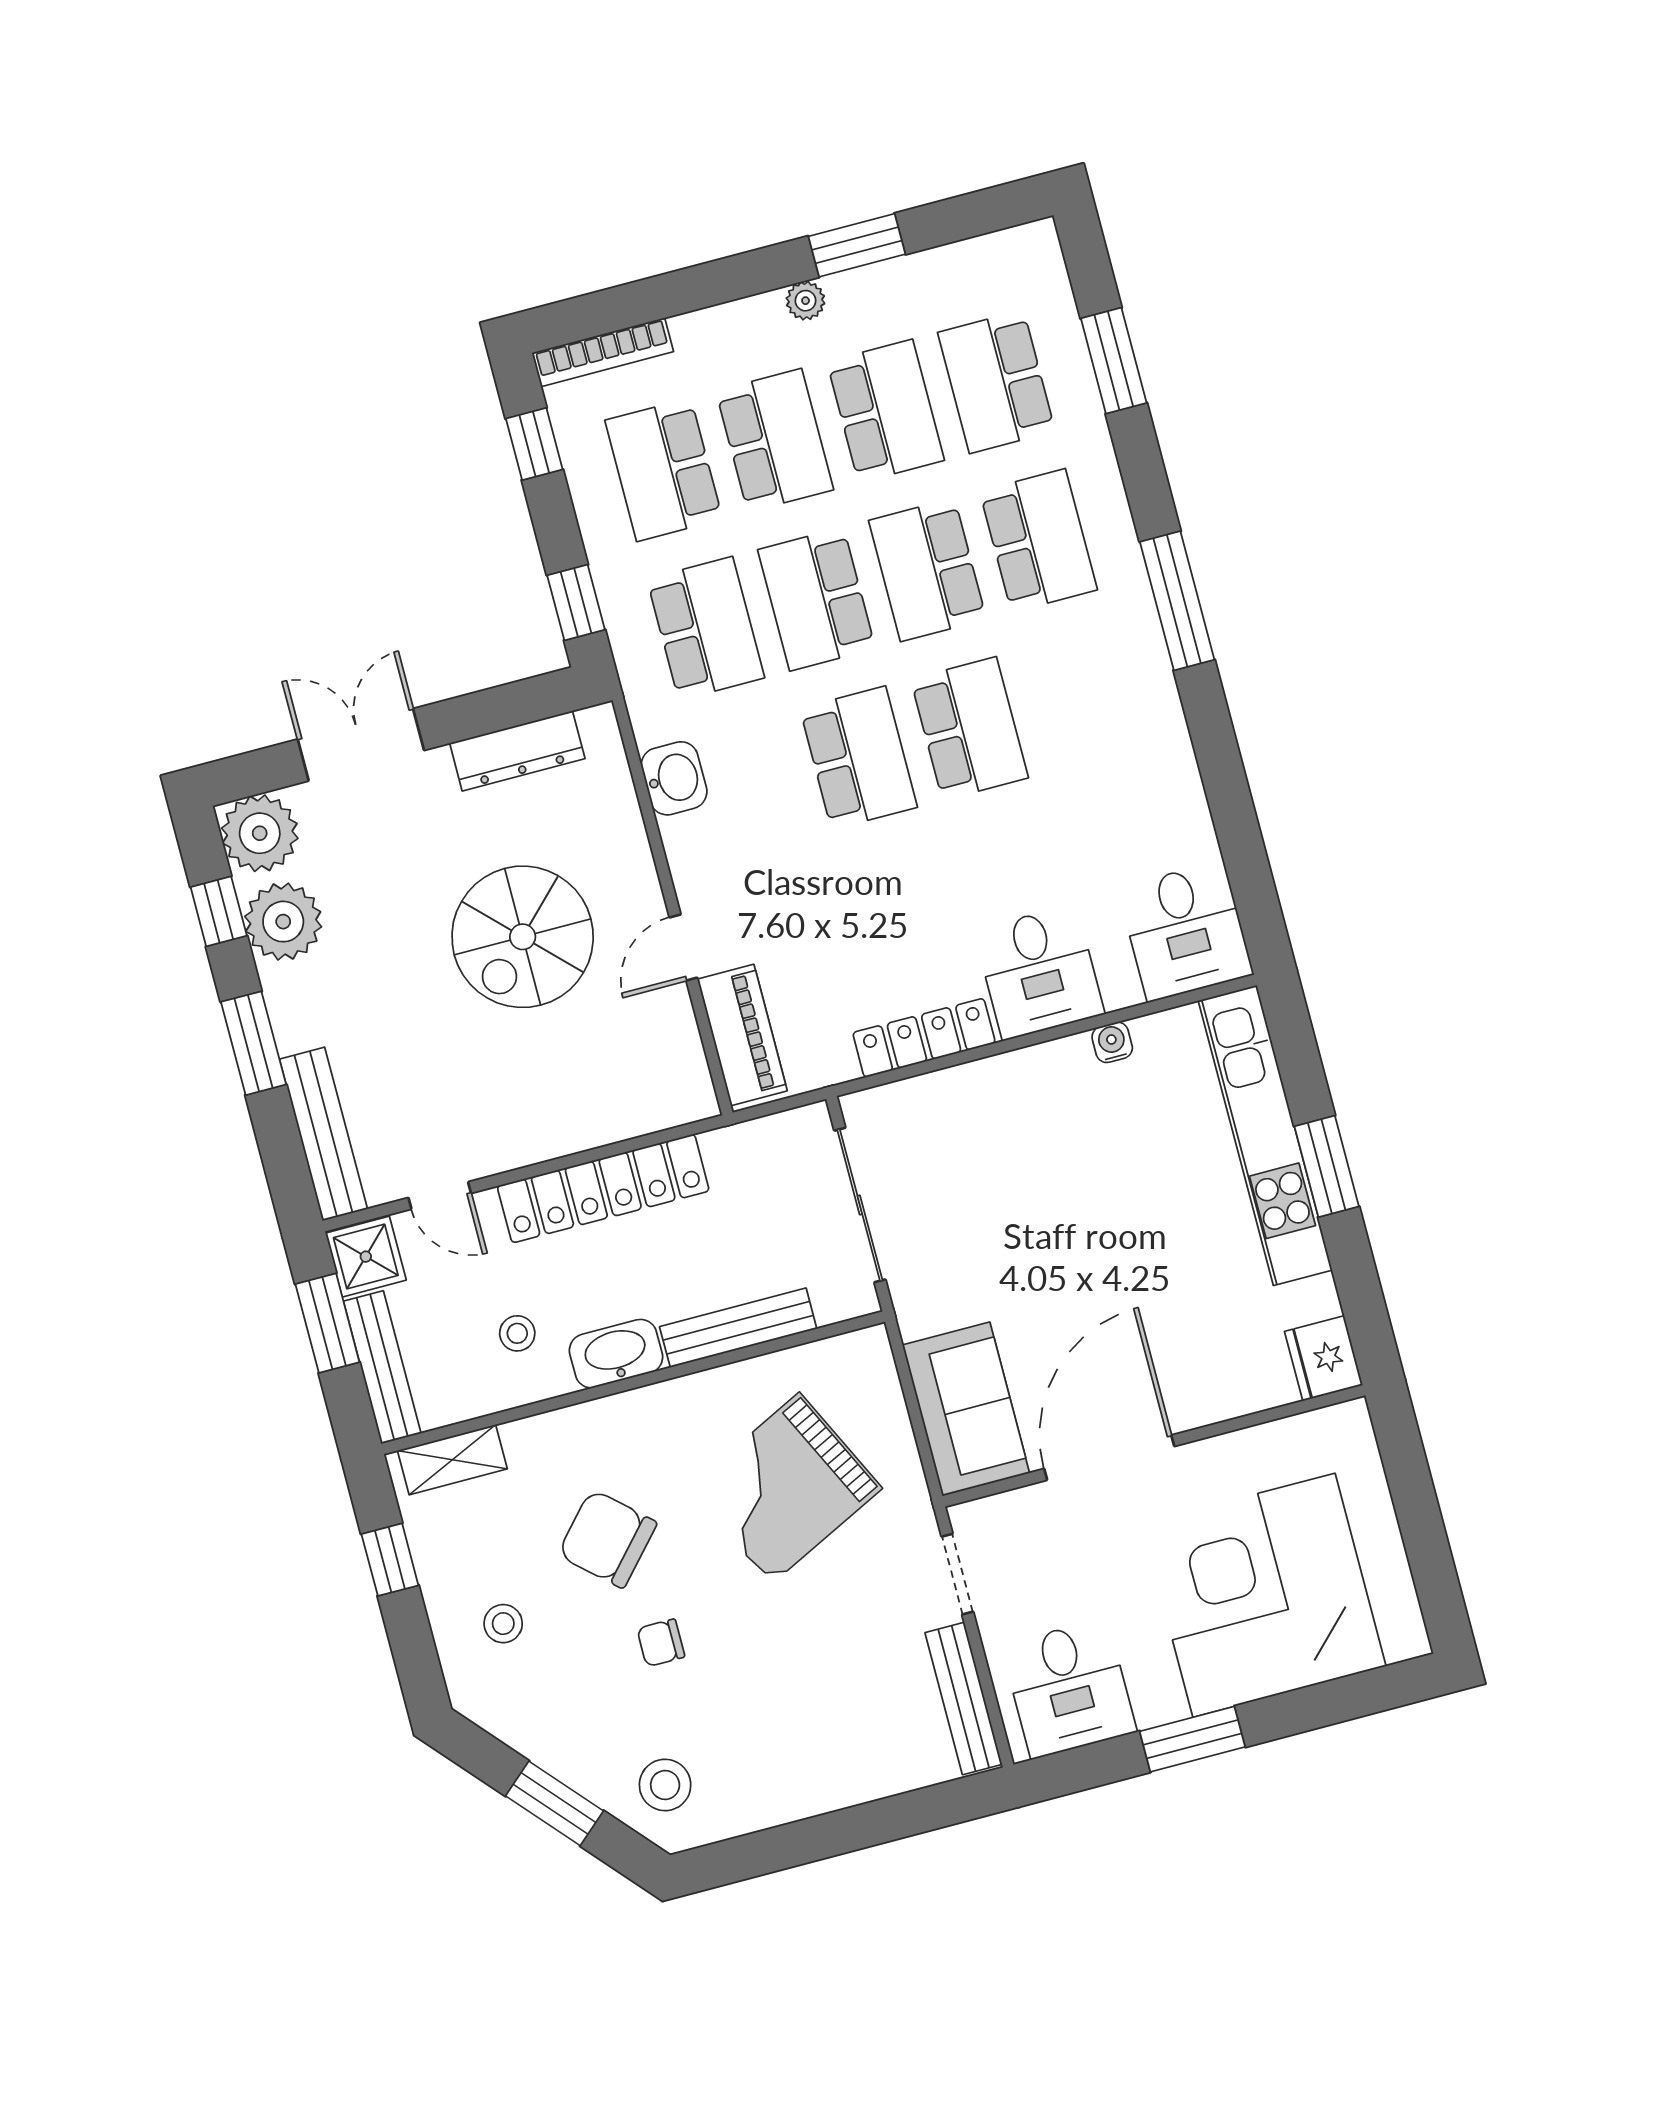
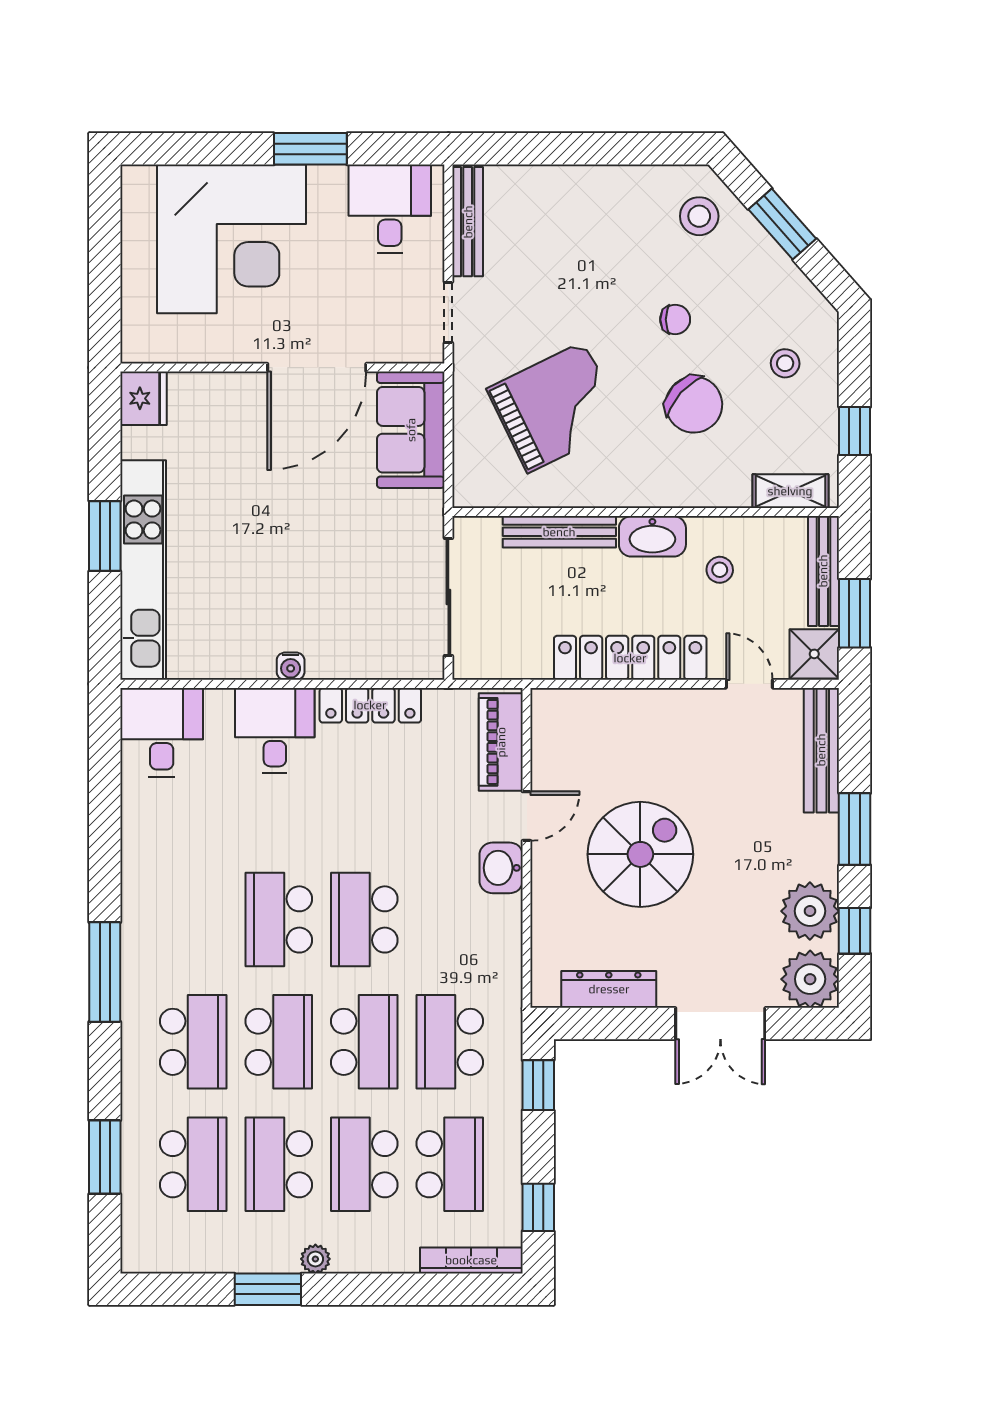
school desk: (1038, 540) -> (193, 1042), turned 180
washbasin: (674, 778) -> (501, 868), moved
water cooler: (1112, 1042) -> (291, 666), moved

